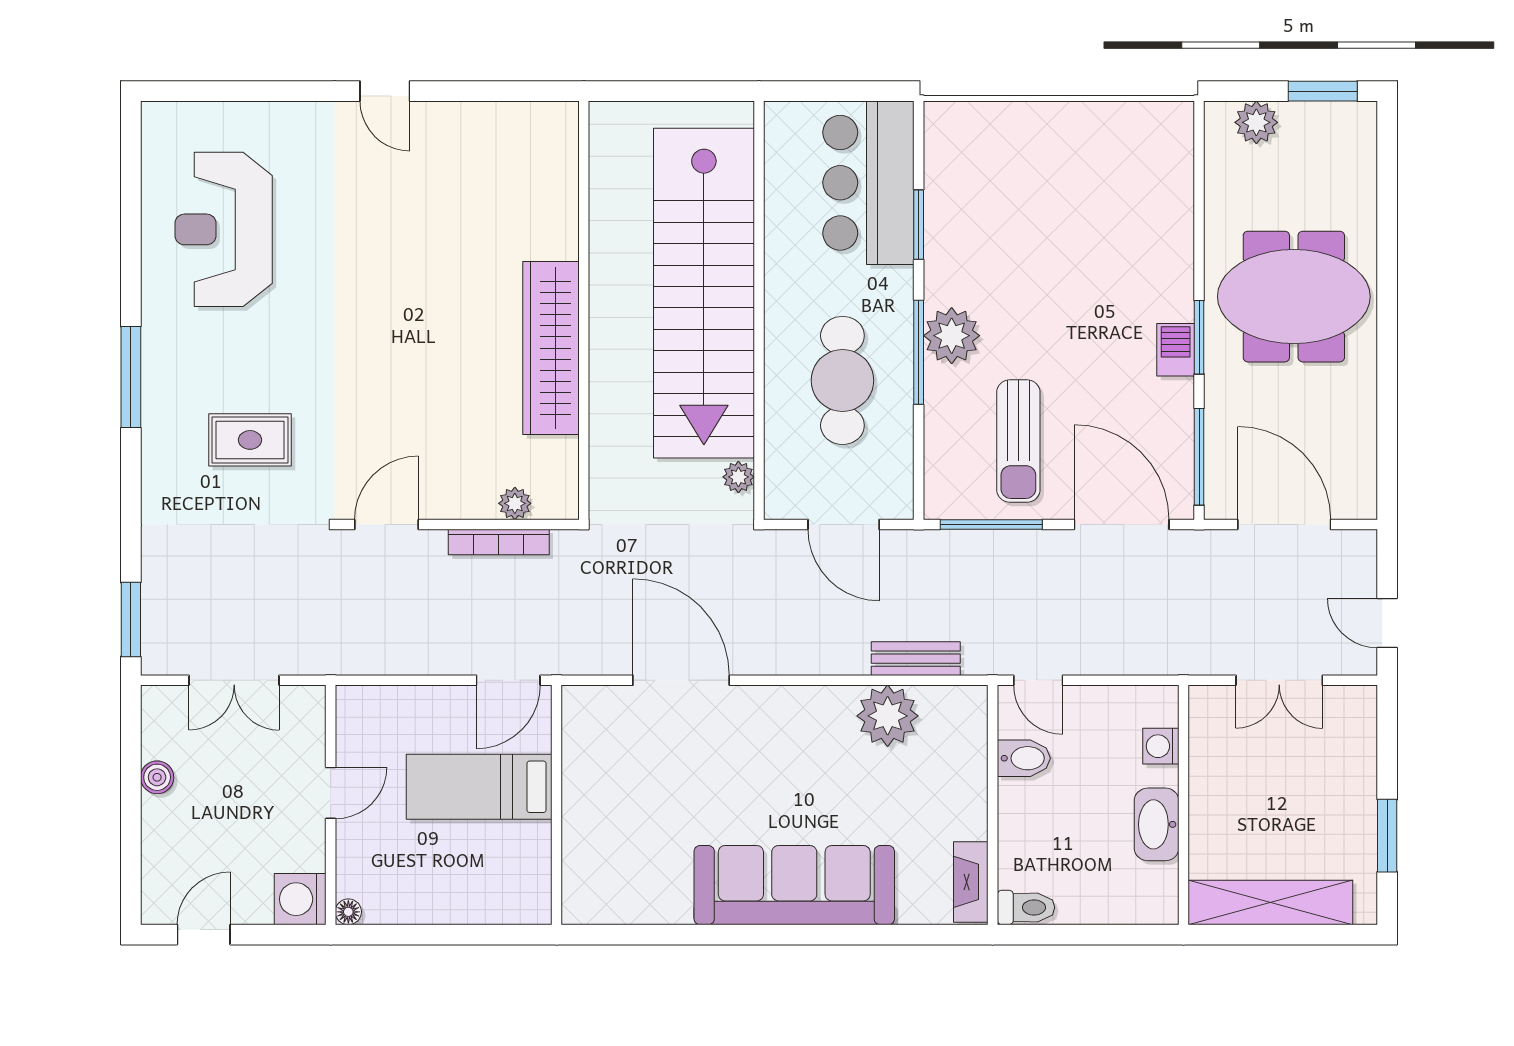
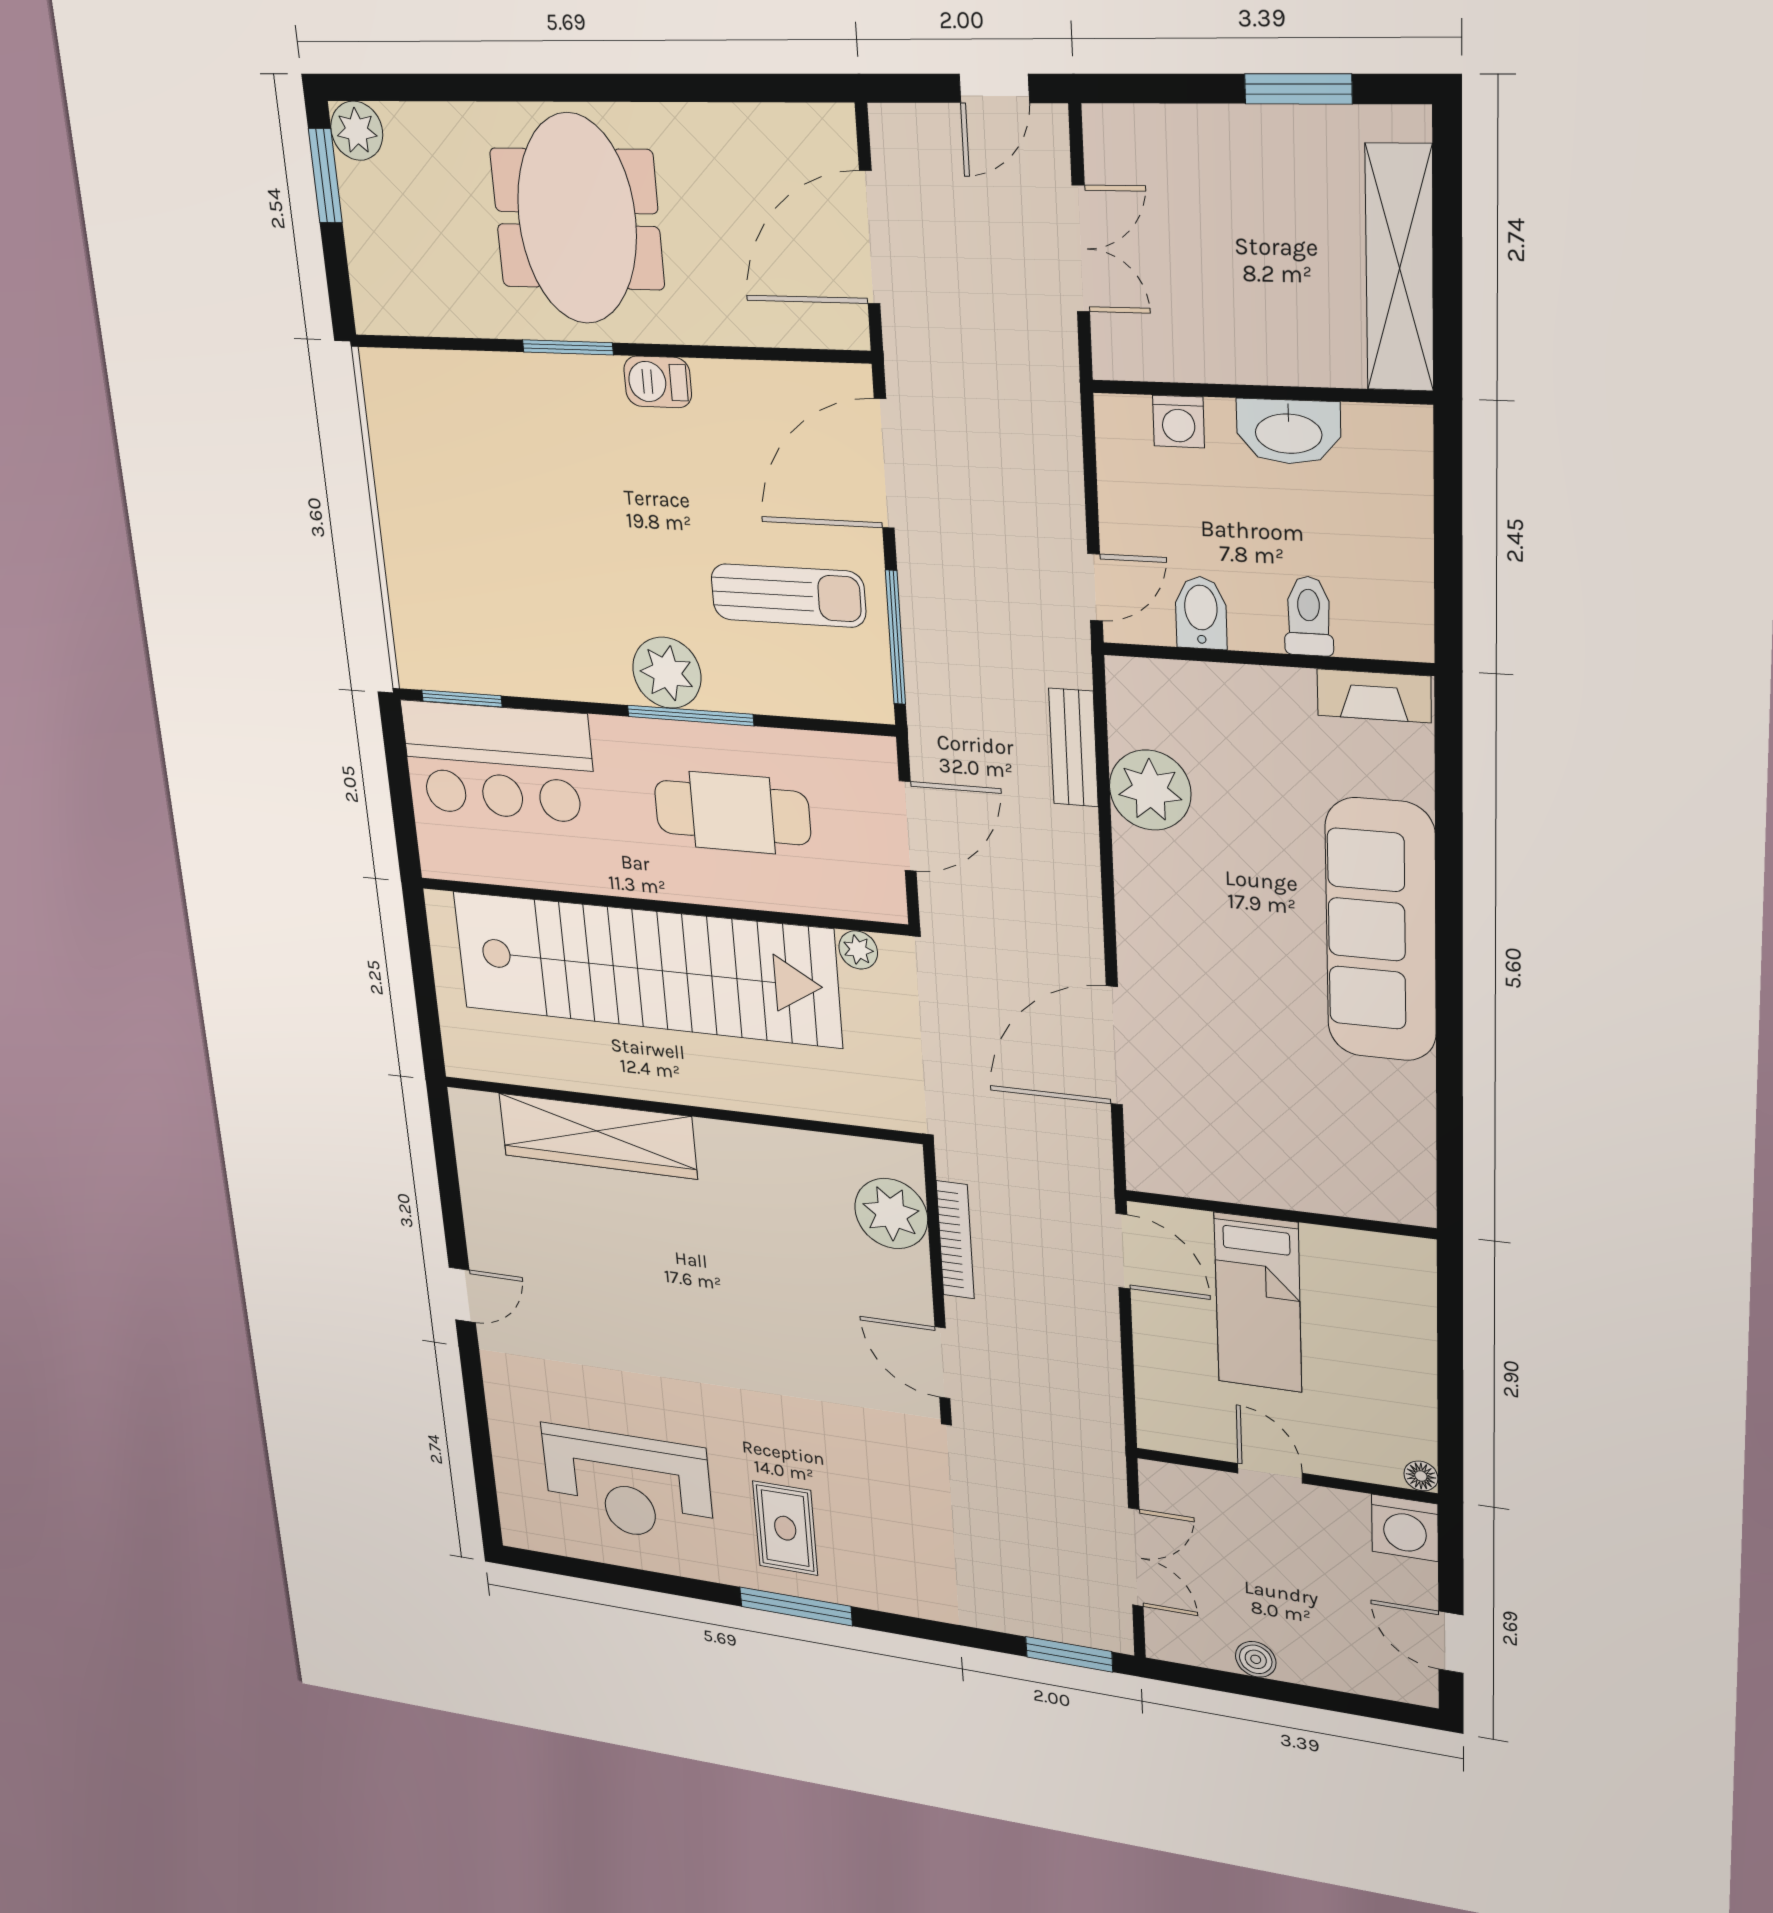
plant: (1256, 122) -> (357, 131), moved
window: (919, 225) -> (462, 698), moved
window: (1199, 337) -> (568, 347), moved
wardrobe: (551, 348) -> (598, 1136), moved
rug: (250, 440) -> (785, 1528), moved
window: (1199, 457) -> (790, 355), removed
plant: (515, 503) -> (891, 1214), width x1.88, depth x1.88
toilet: (1026, 907) -> (1309, 616), moved

